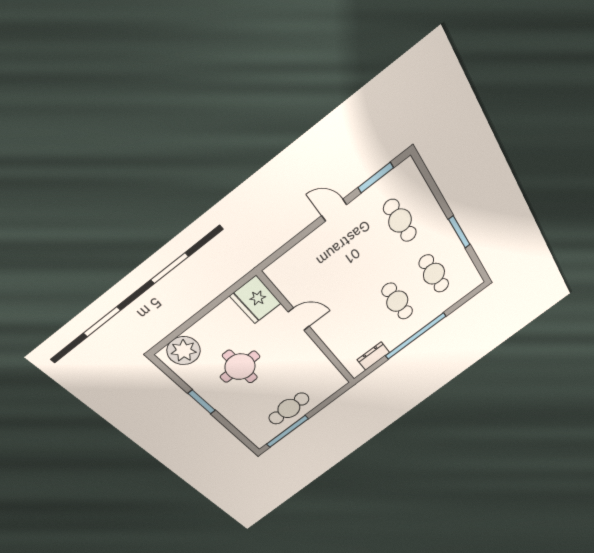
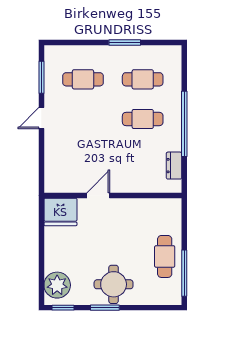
round table: (240, 367) -> (114, 284), moved
window: (168, 371) -> (63, 308), added

